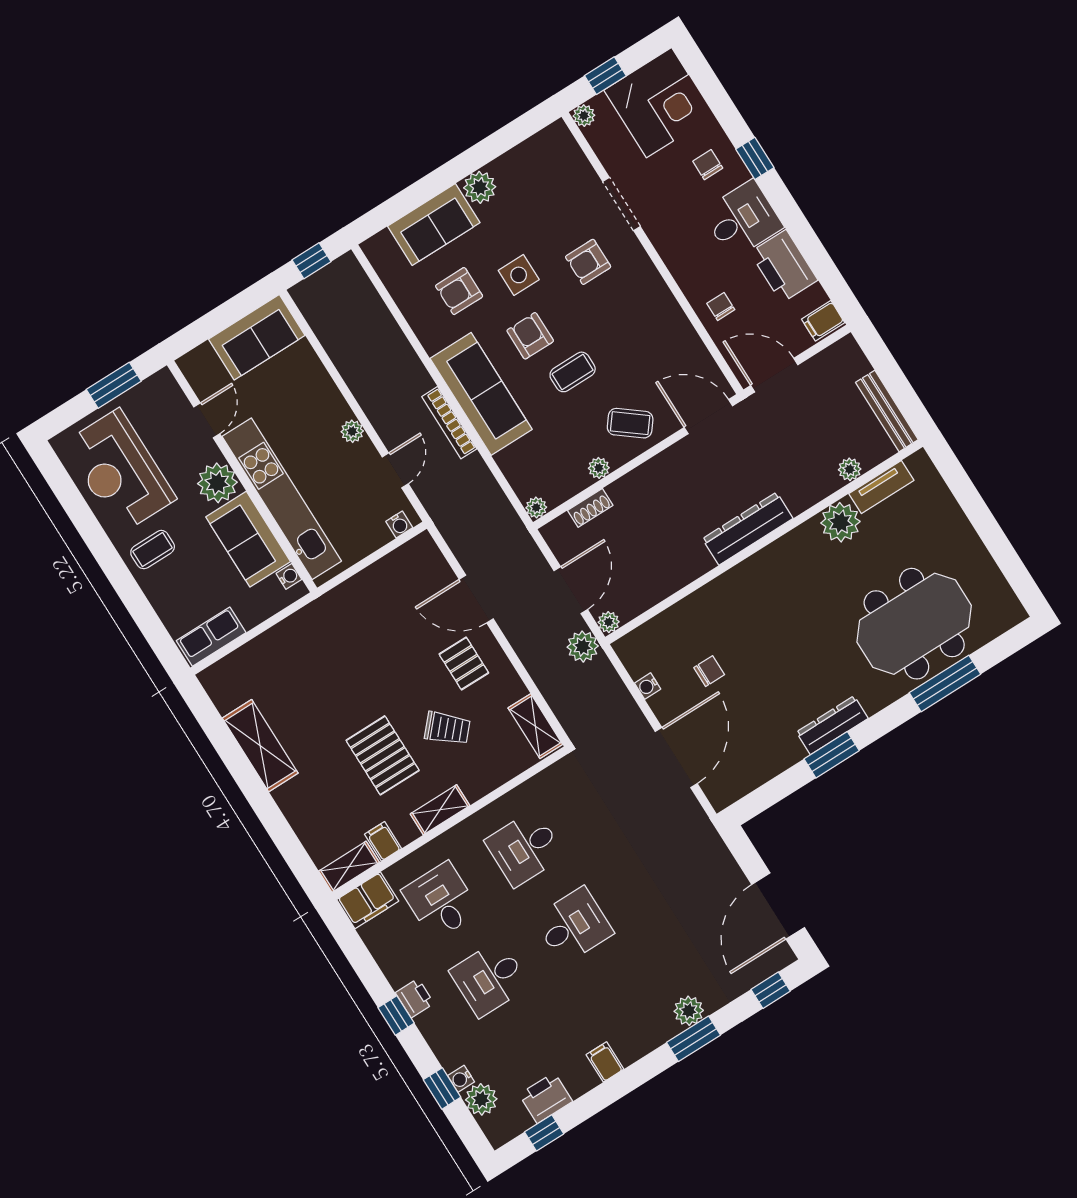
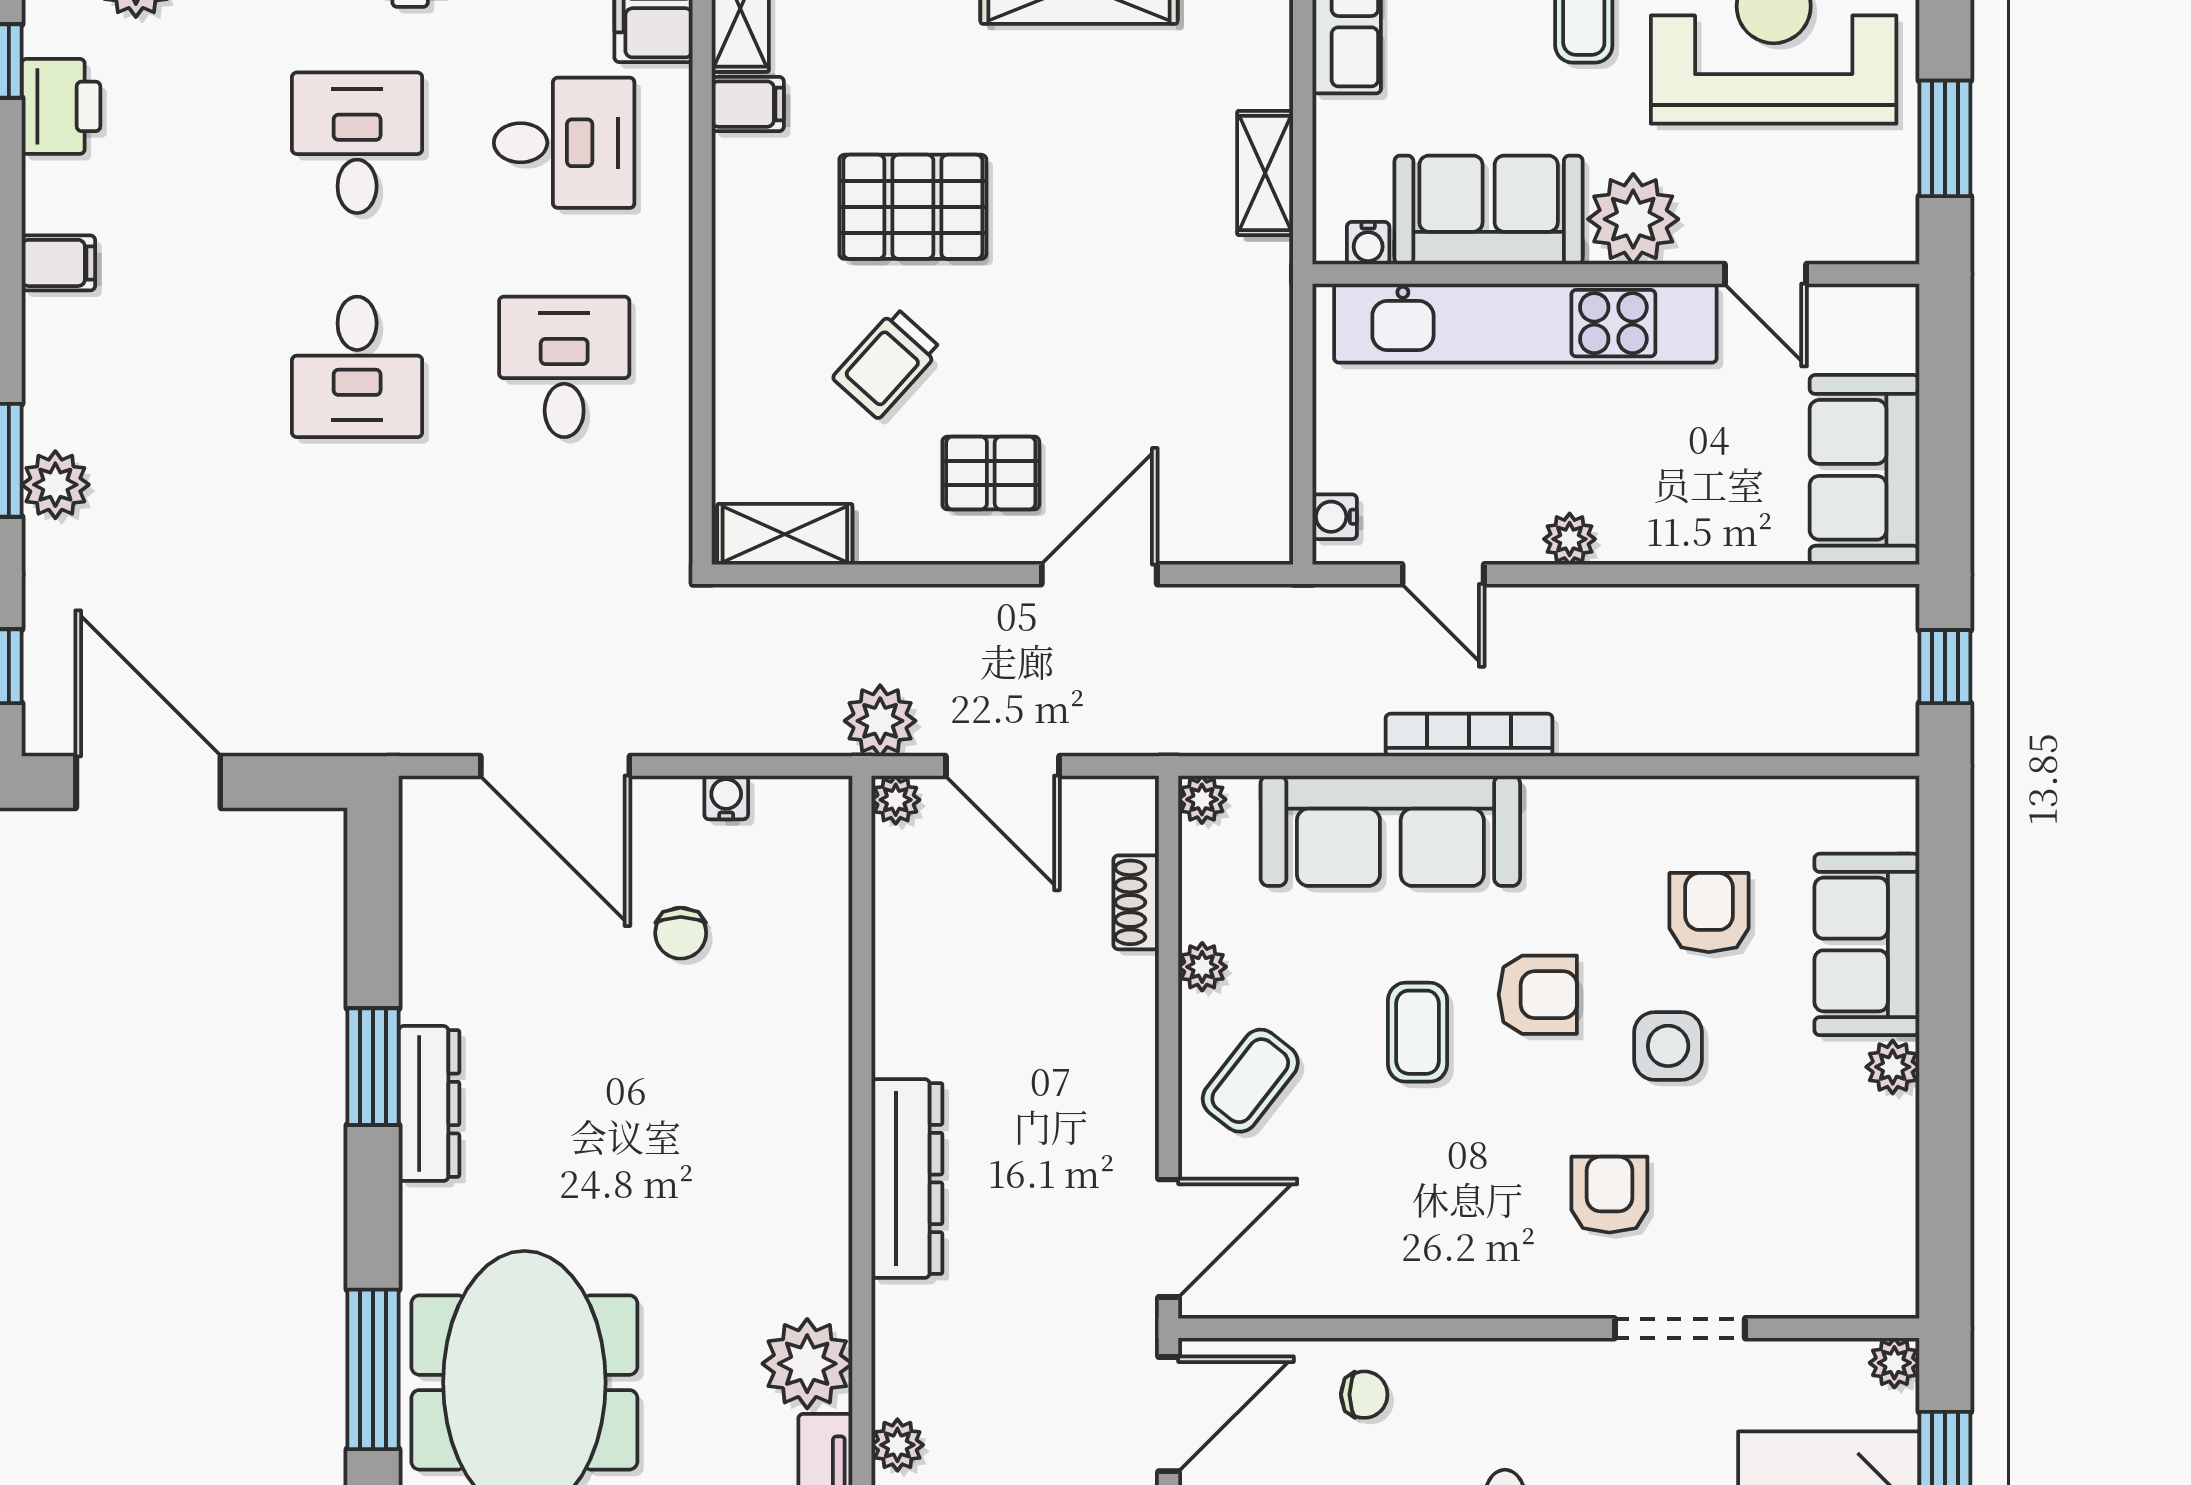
plant: (480, 187) -> (1893, 1067), width x0.73, depth x0.73
sofa: (481, 394) -> (1390, 831), moved
shelving: (440, 810) -> (1265, 173), moved

